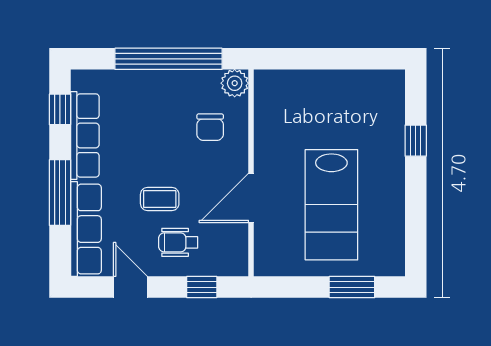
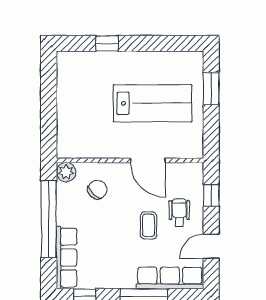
chair: (210, 127) -> (97, 190), turned -47
row of seats: (85, 135) -> (66, 258), moved, turned 90
wheelchair: (178, 242) -> (179, 212), turned 180

